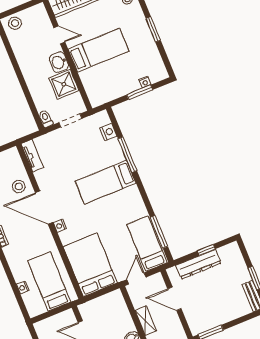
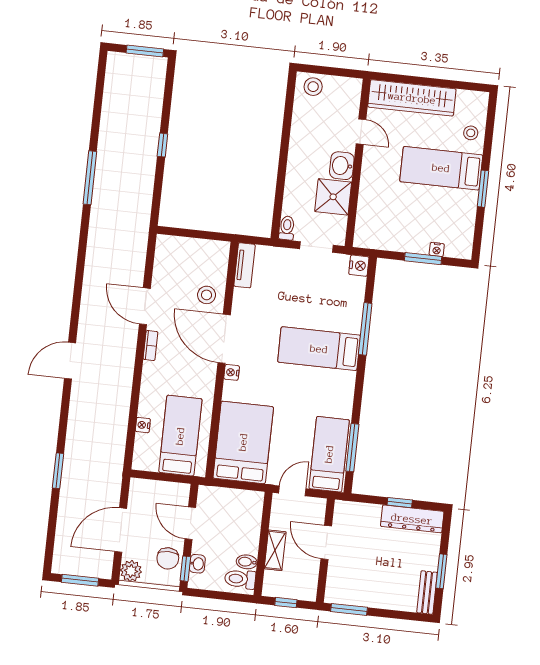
bed: (99, 50) -> (441, 168), moved, turned 180
nightstand: (108, 132) -> (359, 266), moved
dresser: (199, 264) -> (412, 519), moved

